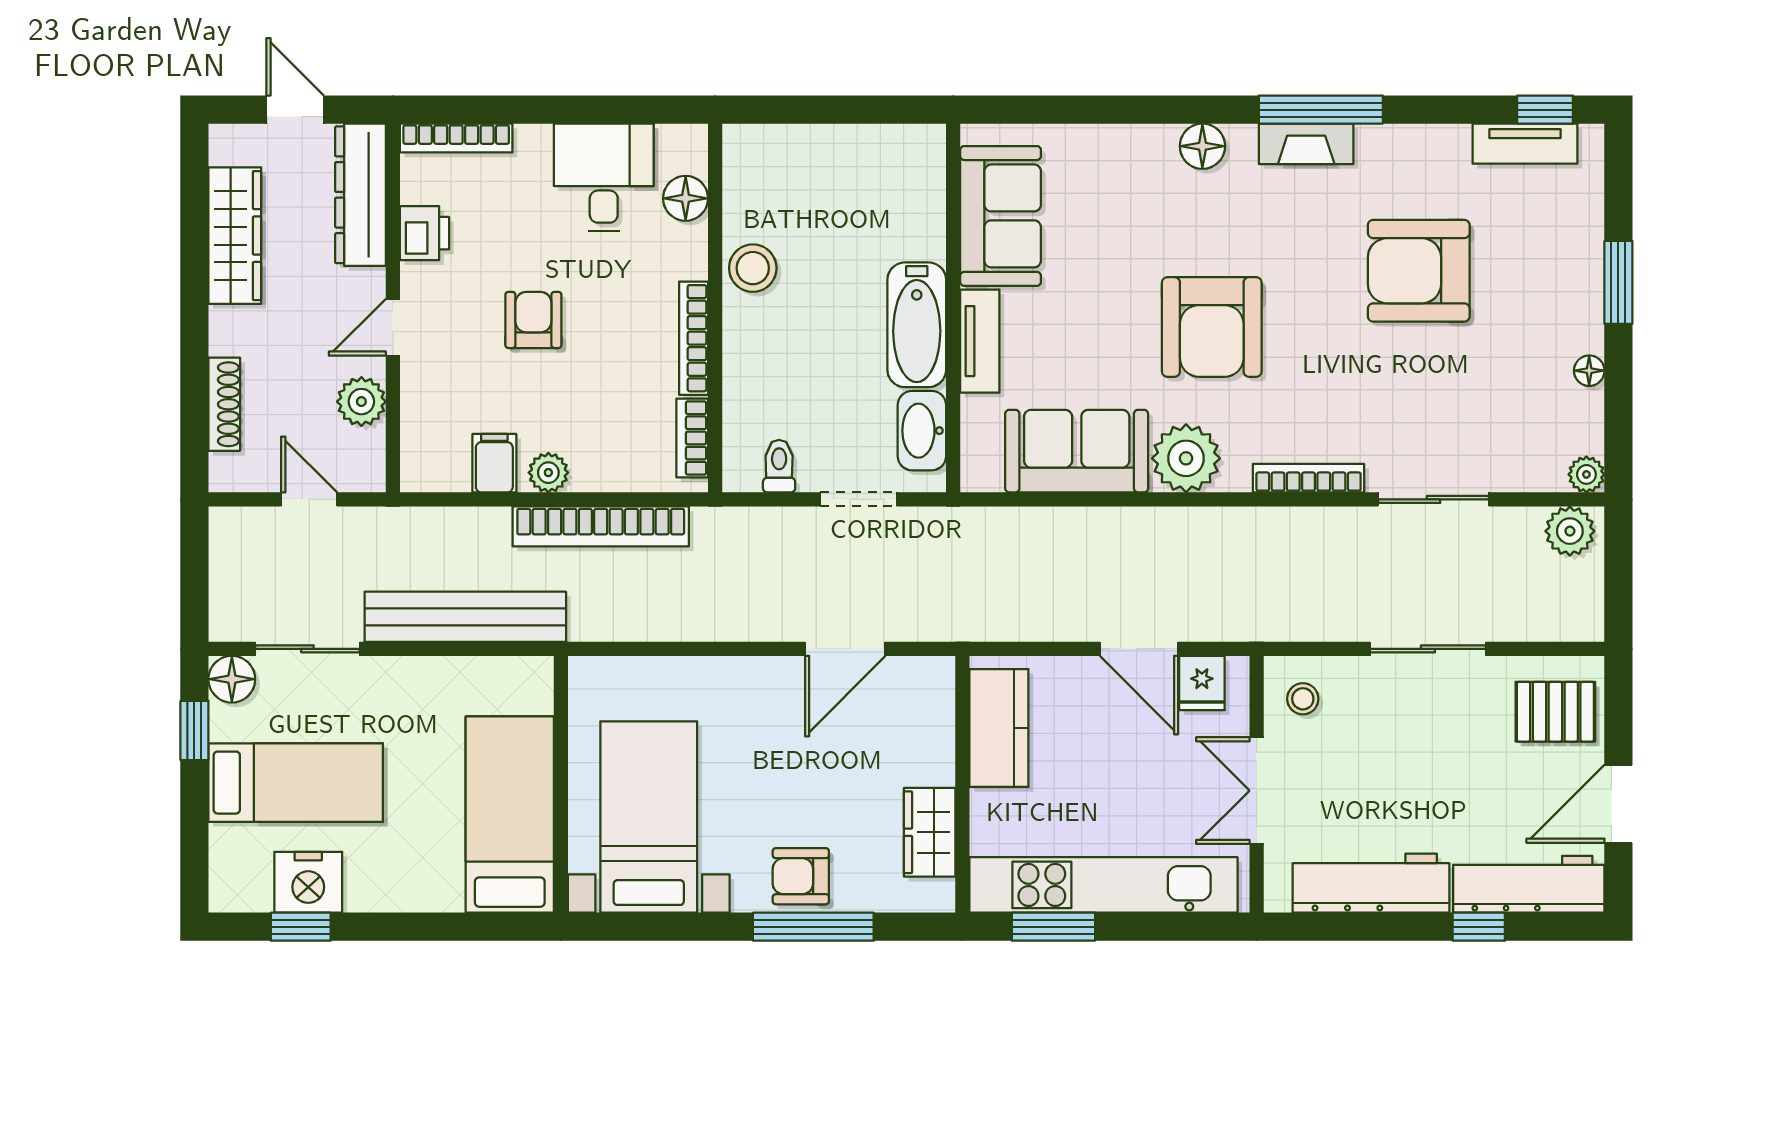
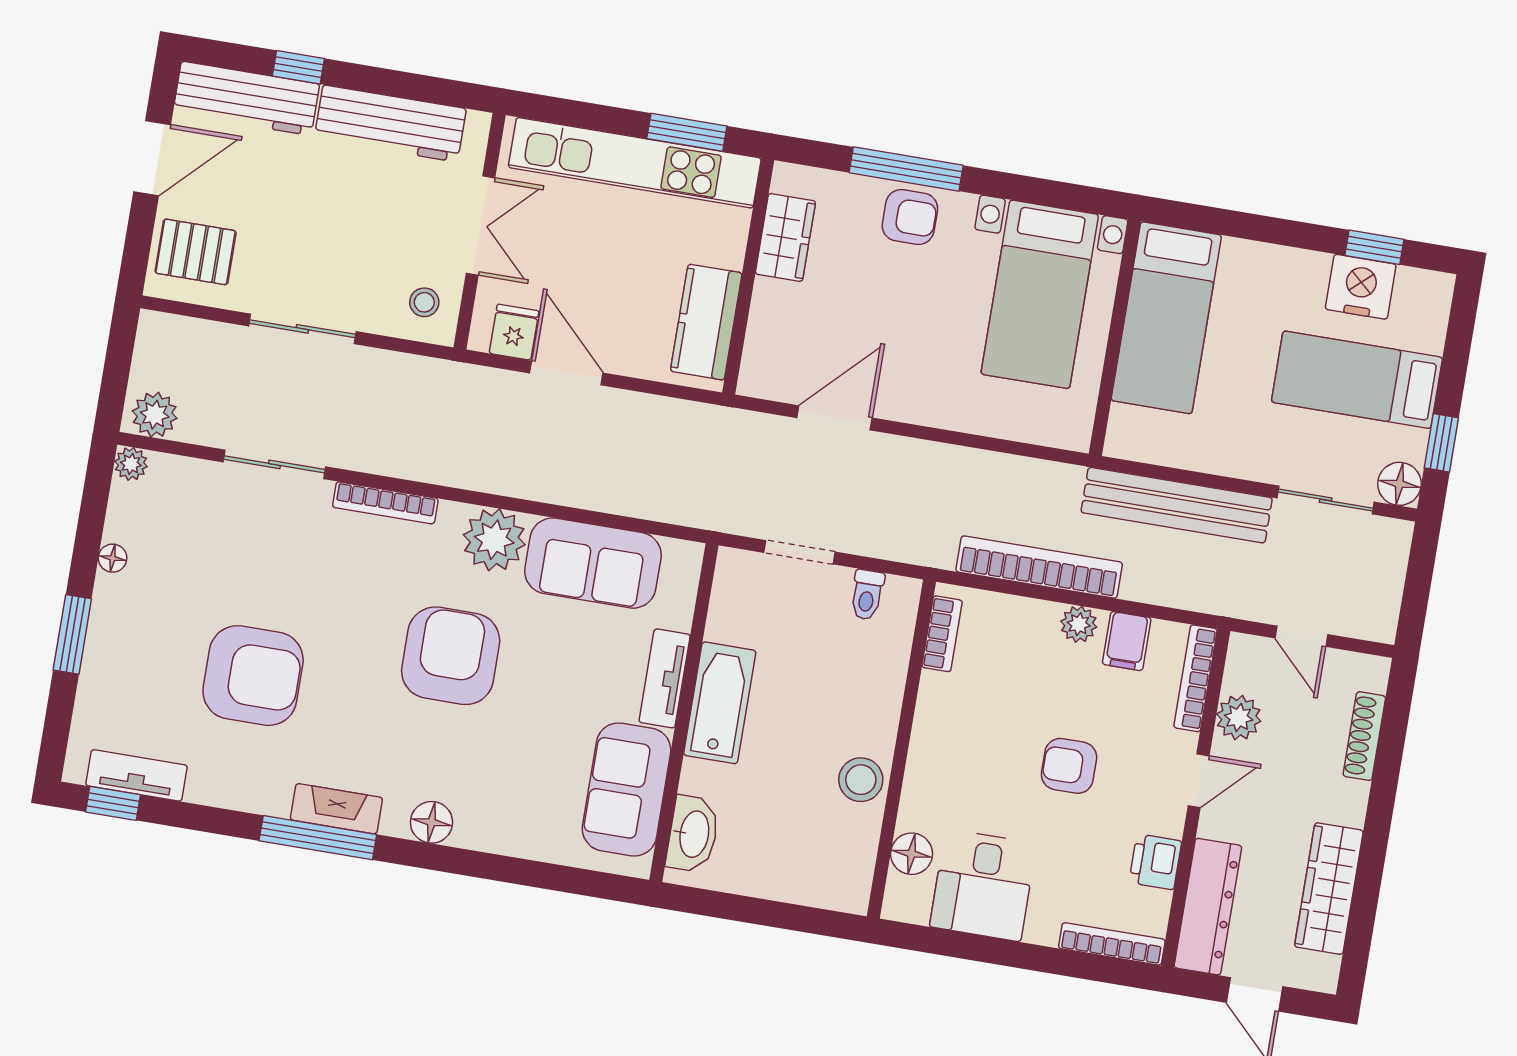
armchair: (533, 320) -> (1069, 766), turned 90
bookcase: (694, 338) -> (1196, 678), moved, turned 180
washbasin: (922, 431) -> (693, 834), moved

